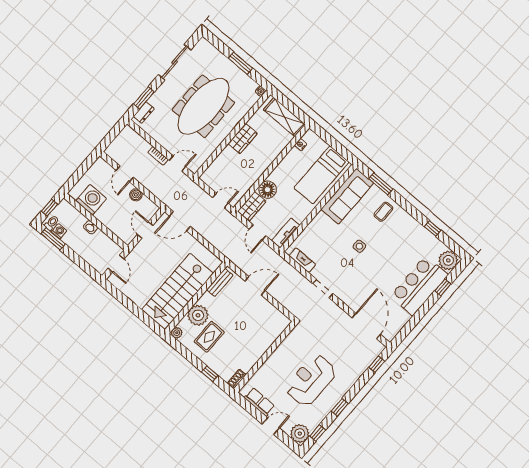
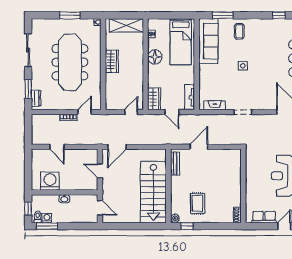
floor lamp: (268, 190) -> (155, 57), moved
boiler: (136, 195) -> (75, 154), removed
plant: (198, 315) -> (179, 196), removed
window: (210, 374) -> (187, 226), moved

